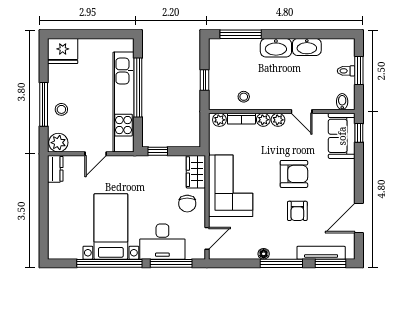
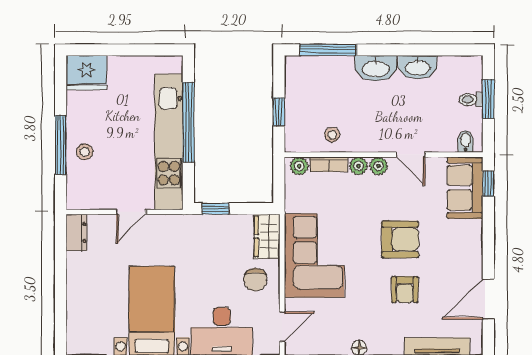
plant: (58, 143) -> (80, 197), removed

